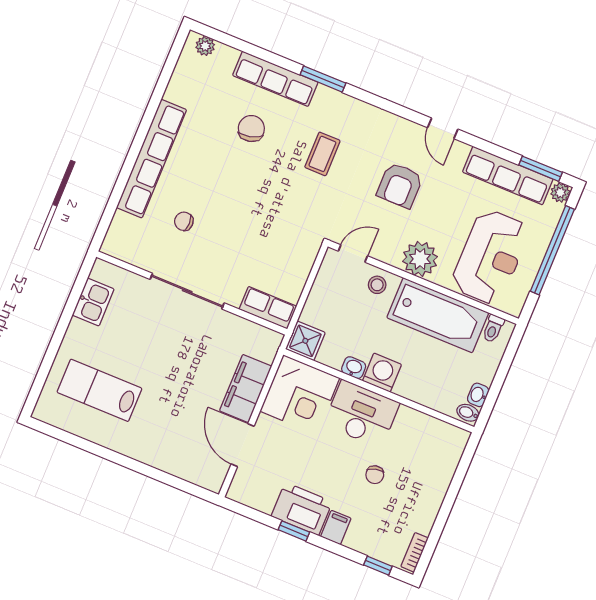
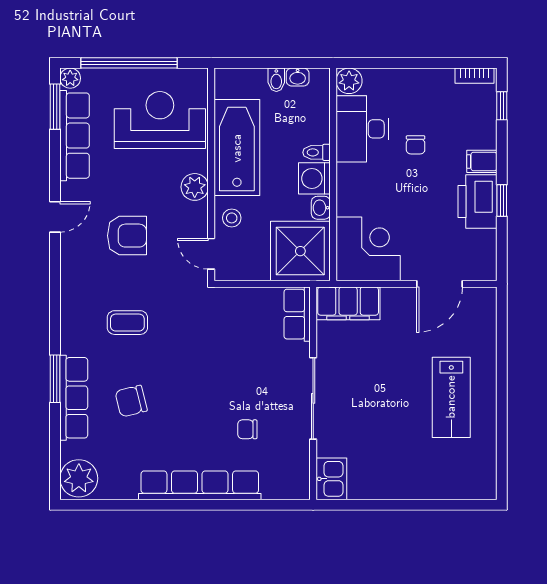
plant: (205, 46) -> (79, 478), width x1.87, depth x1.87
window: (323, 79) -> (55, 379), moved
chair: (184, 221) -> (247, 429), turned 90
plant: (420, 259) -> (195, 187), width x0.73, depth x0.73
kitchen sink: (93, 302) -> (331, 479), moved, turned 90
toilet: (493, 329) -> (317, 152), moved, turned 180
shower: (305, 341) -> (300, 251), width x1.86, depth x1.86
filing cabinet: (246, 389) -> (348, 303), moved
lab bench: (99, 390) -> (451, 397), moved
bidet: (468, 413) -> (276, 80), moved
desk: (362, 414) -> (362, 129), moved
plant: (456, 439) -> (349, 81), added
chair: (375, 475) -> (416, 145), turned 104

